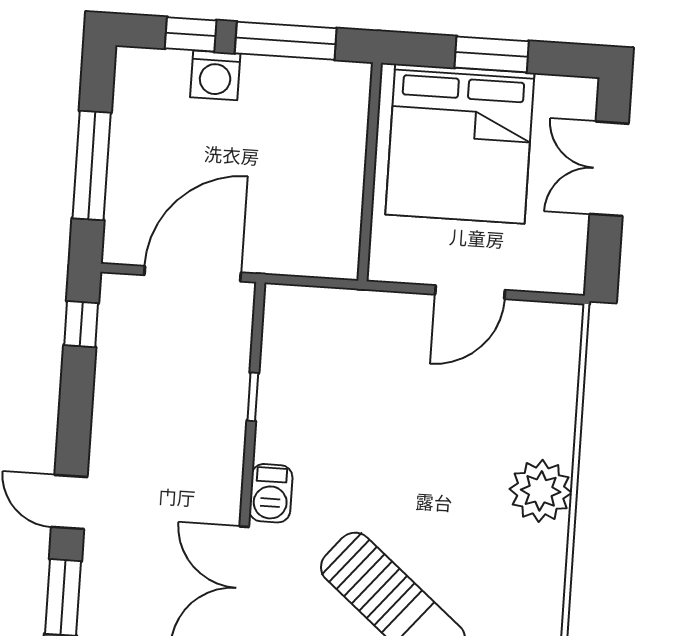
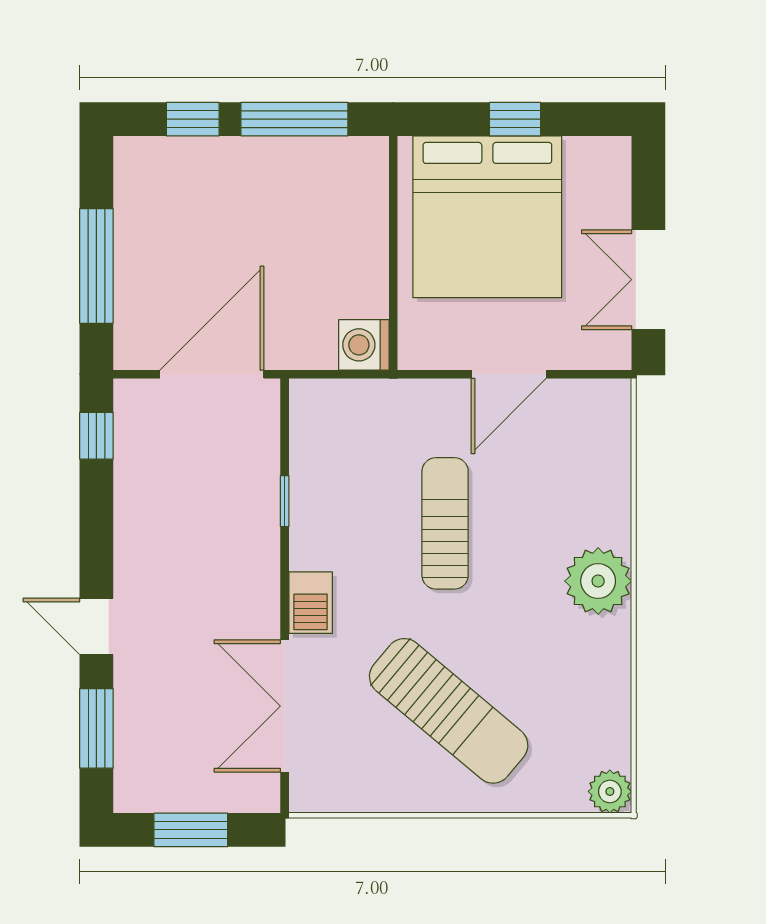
window: (492, 54) -> (515, 119), width x0.67
washing machine: (215, 75) -> (364, 345), moved, turned 90
double door: (609, 169) -> (648, 280), moved
sun lounger: (401, 428) -> (445, 523), added

